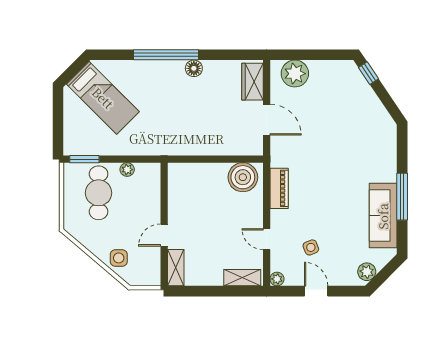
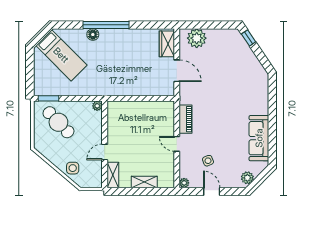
floor lamp: (194, 68) -> (93, 35), moved
plant: (127, 170) -> (97, 106), moved
boiler: (243, 177) -> (160, 111), removed
cafe table: (99, 193) -> (58, 122), turned -44
window: (402, 197) -> (272, 125), removed
door: (267, 239) -> (177, 144), moved
shelving: (242, 278) -> (144, 182), moved

